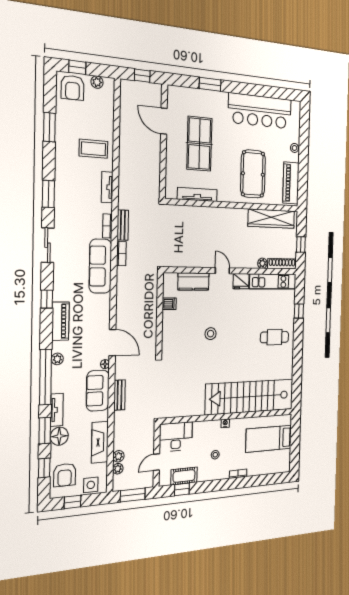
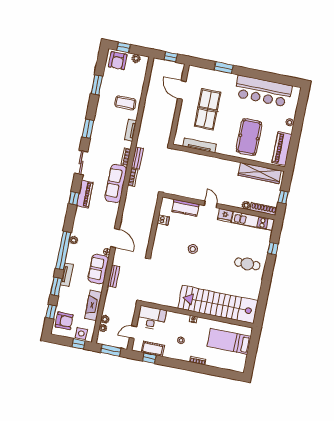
piano: (60, 321) -> (85, 194), moved
floor lamp: (59, 436) -> (65, 293), removed
armchair: (65, 475) -> (64, 321), turned -90
window: (73, 502) -> (79, 344), moved

